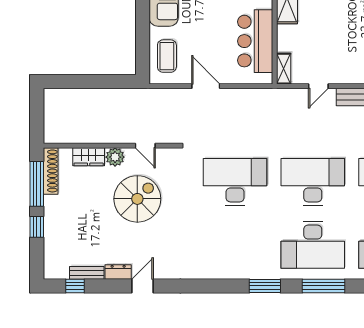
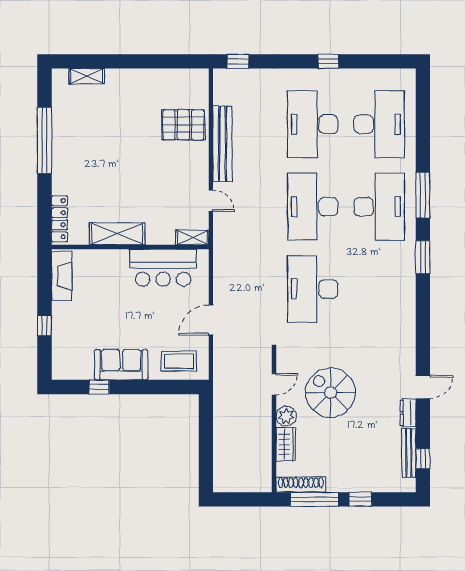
bench: (87, 273) -> (409, 453), width x1.36
door: (143, 286) -> (423, 387), swing flipped

